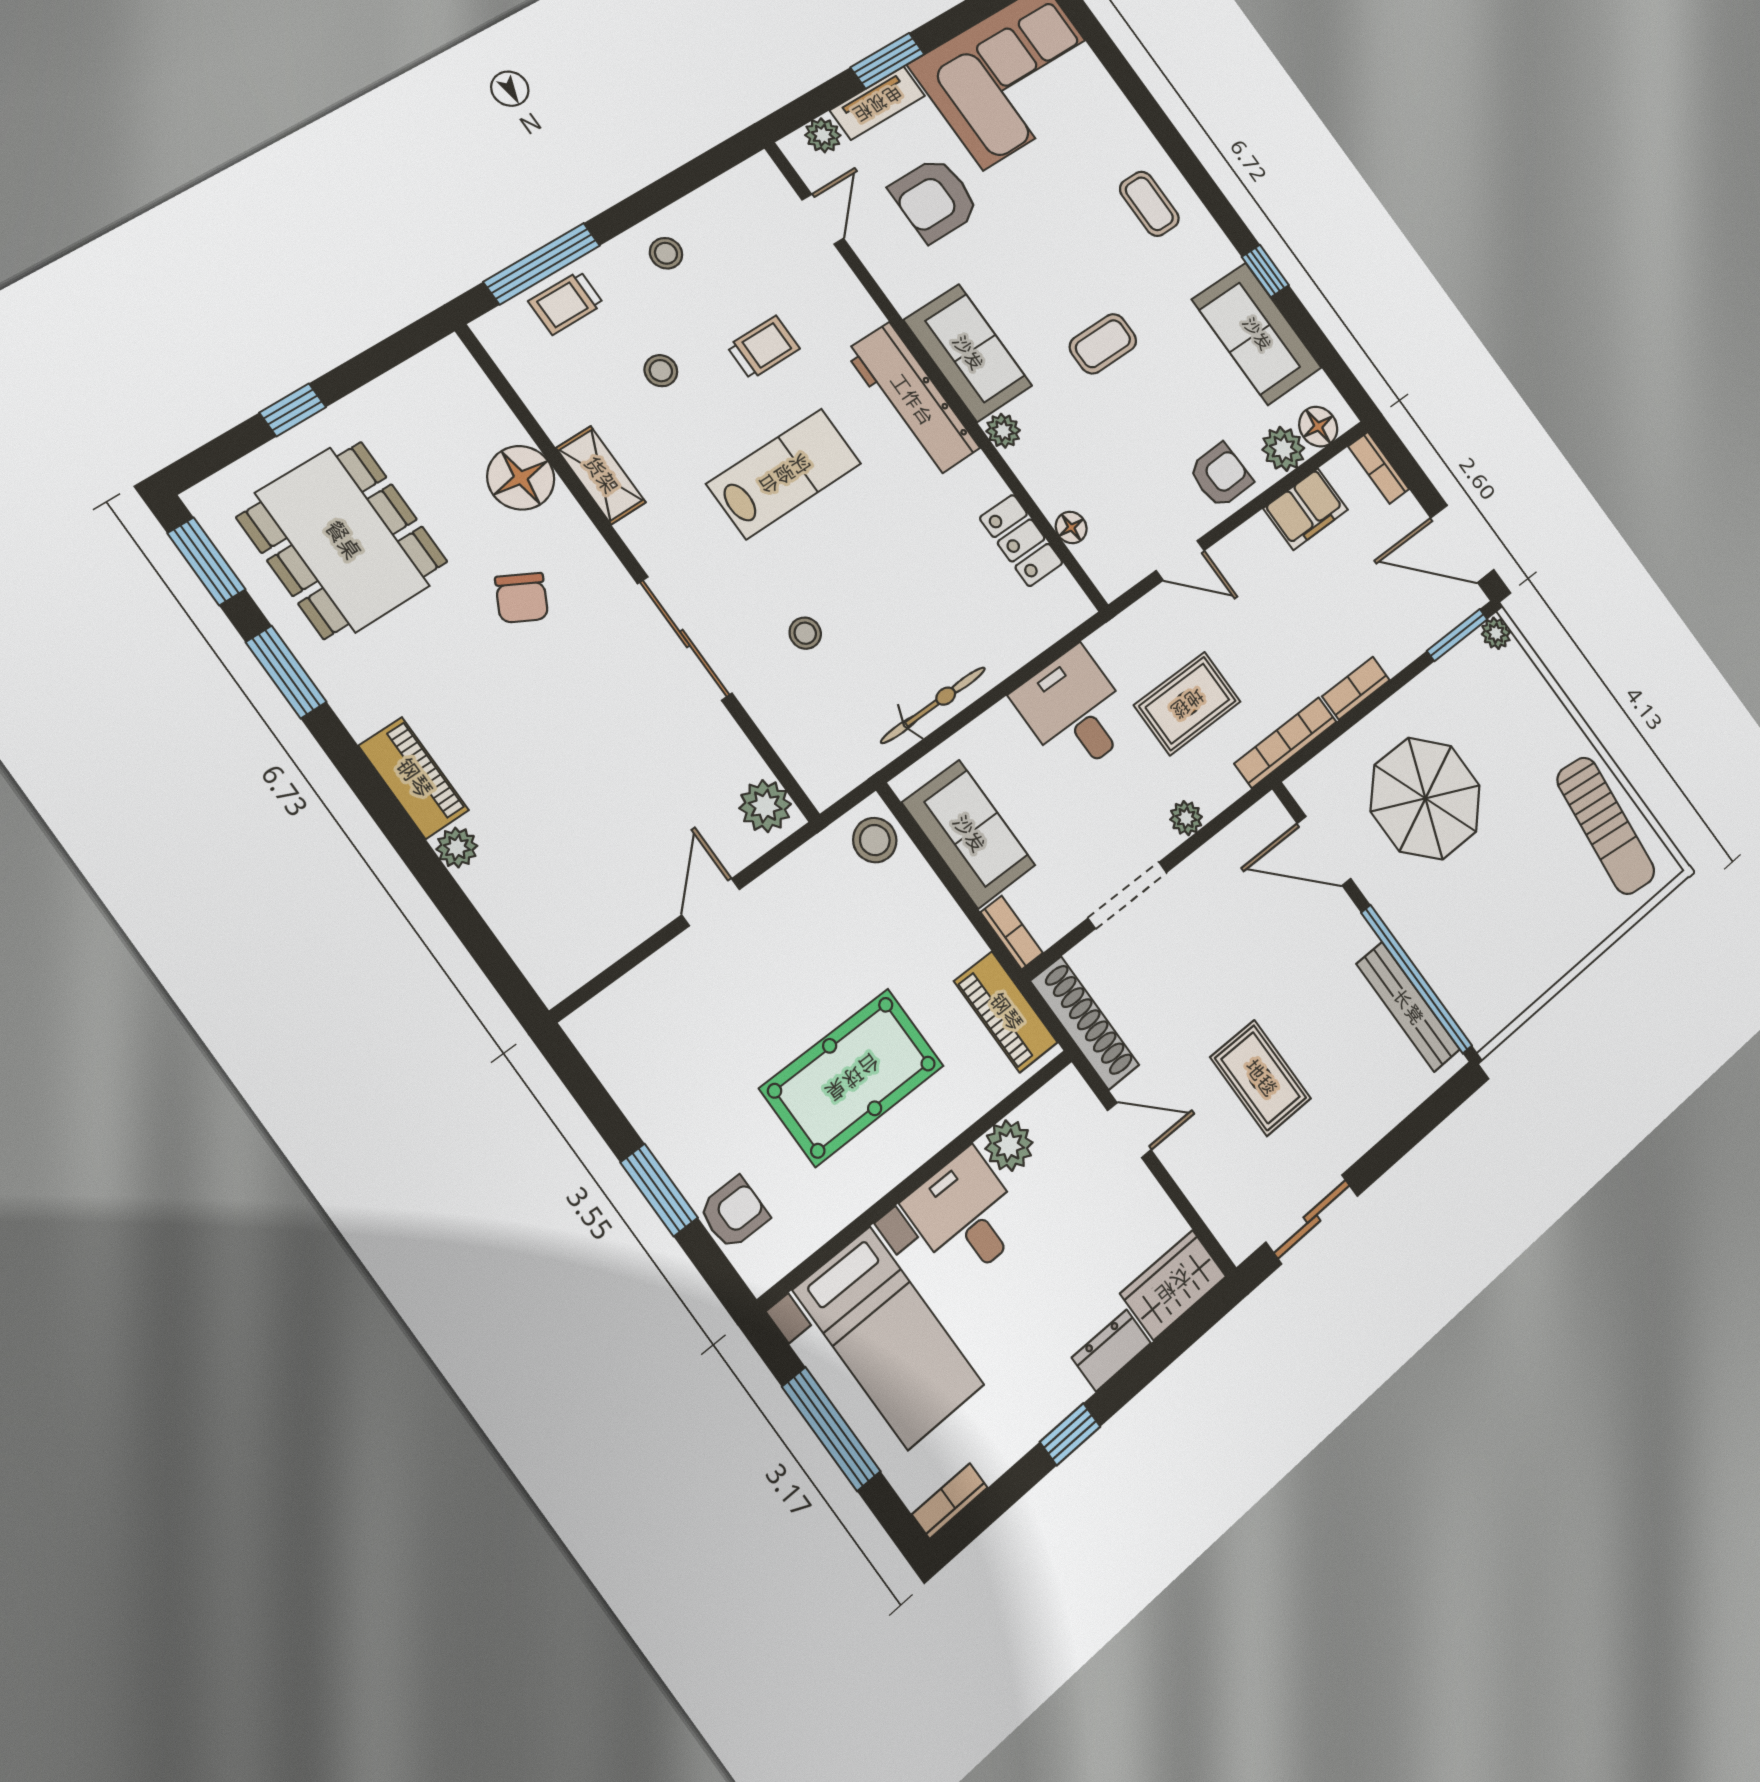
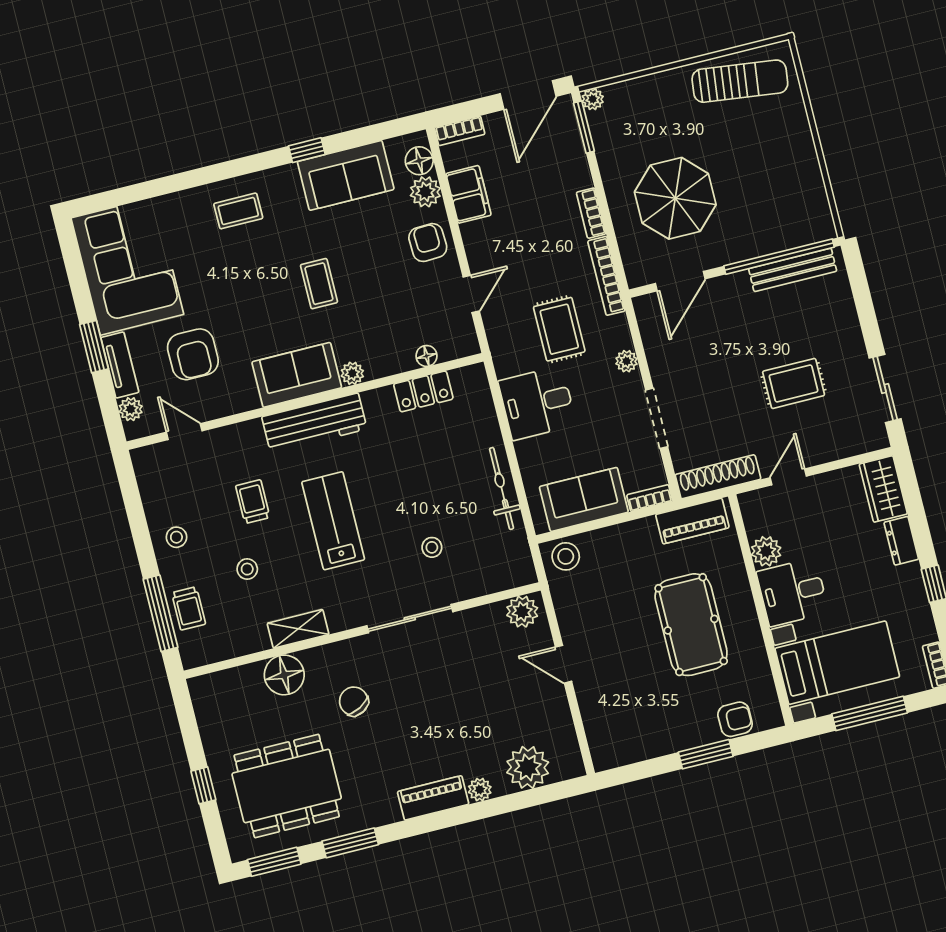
chair: (522, 598) -> (354, 701), turned -147
plant: (524, 910) -> (528, 767), added
armchair: (734, 1213) -> (735, 719), turned 90

